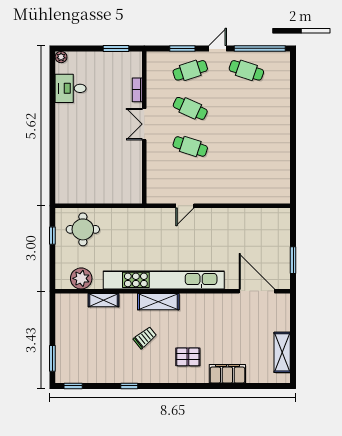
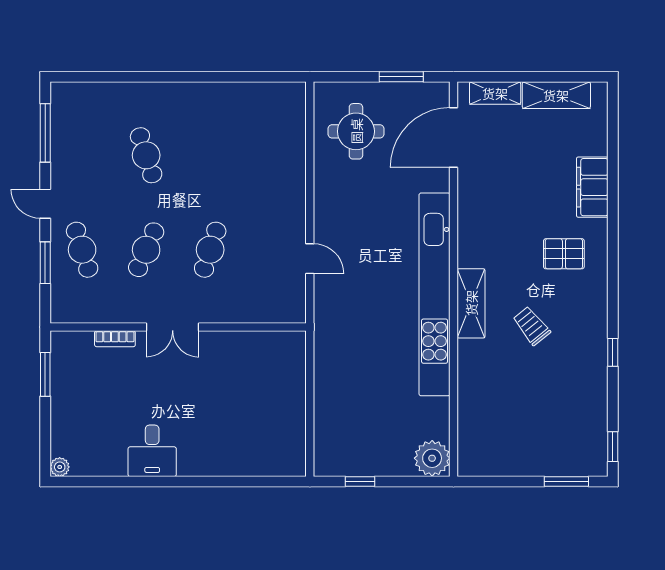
window: (260, 48) -> (45, 133), width x0.68
cafe table: (246, 70) -> (146, 155), moved, turned -36
desk: (71, 88) -> (152, 451), moved
round table: (83, 229) -> (356, 131), moved
plant: (81, 278) -> (432, 458), moved
shelving: (104, 300) -> (495, 93), moved, turned 90
pallet: (188, 357) -> (564, 254), turned 90

